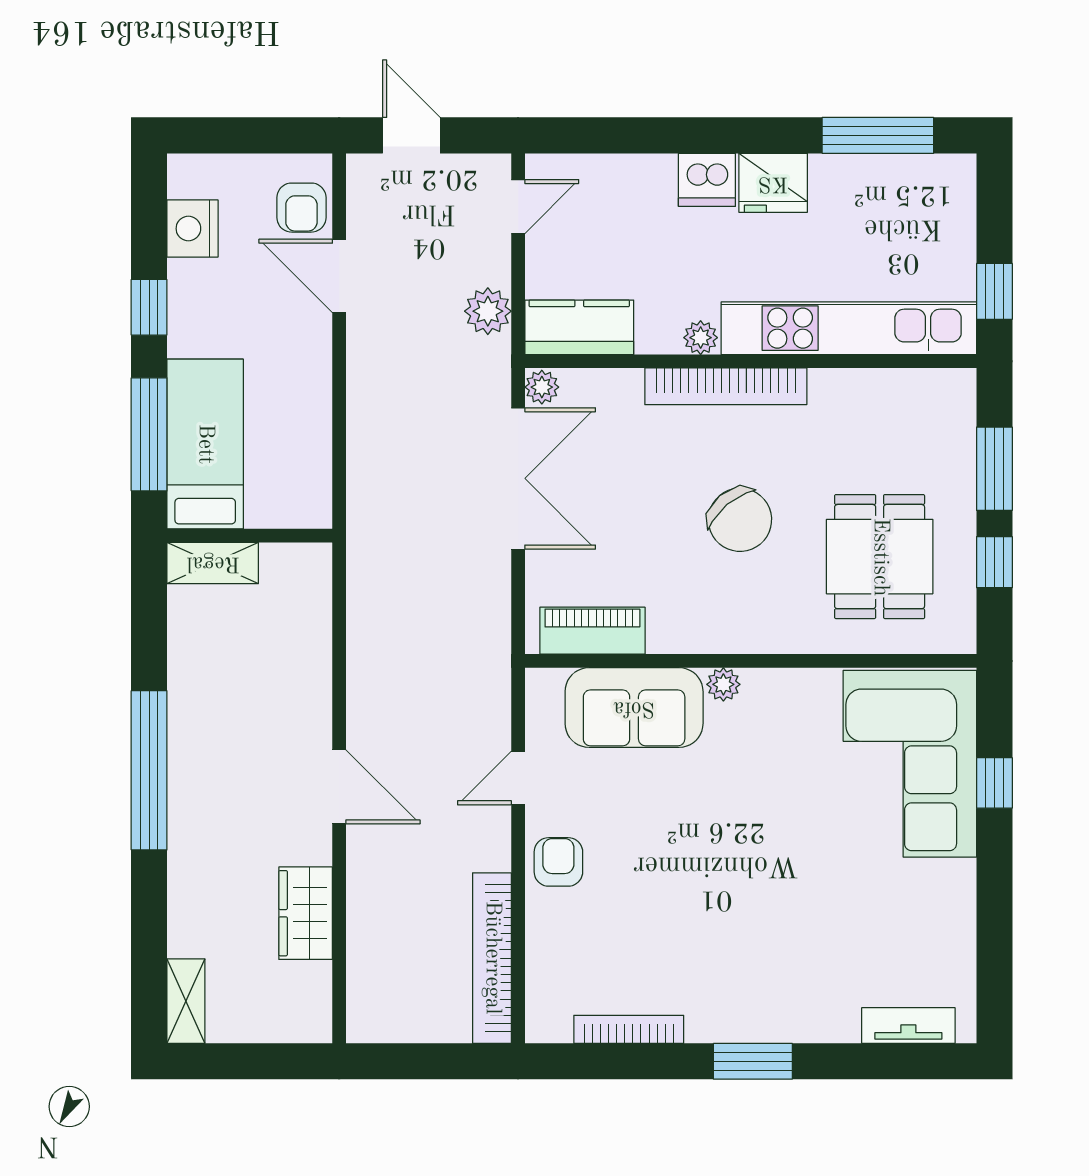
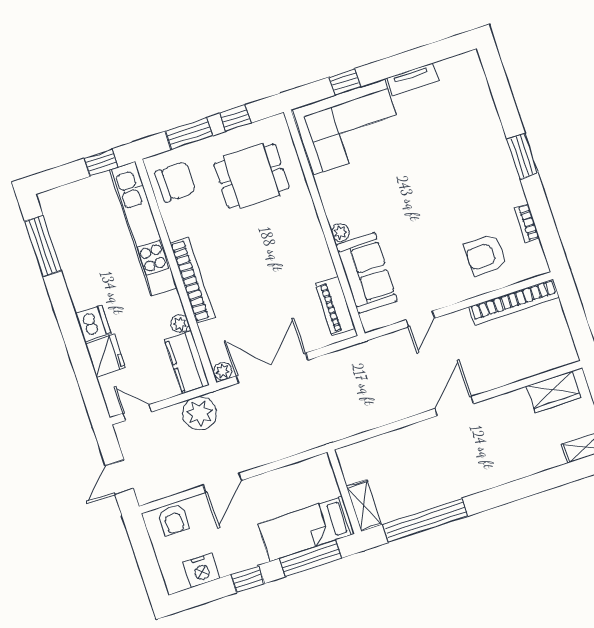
fridge: (773, 183) -> (105, 356), moved
armchair: (301, 208) -> (173, 520), turned 90
door: (339, 276) -> (222, 483), moved
plant: (488, 311) -> (200, 413), width x1.36, depth x1.36
plant: (701, 338) -> (180, 324), moved
chair: (740, 520) -> (175, 182), moved, turned 40
window: (149, 770) -> (425, 520), moved
door: (518, 778) -> (420, 319), hinge flipped
armchair: (558, 862) -> (485, 255), moved, width x1.38, depth x1.38
wardrobe: (306, 913) -> (554, 392), moved
tv unit: (908, 1026) -> (412, 79), moved, turned -90
bookcase: (629, 1029) -> (527, 223), width x0.64

